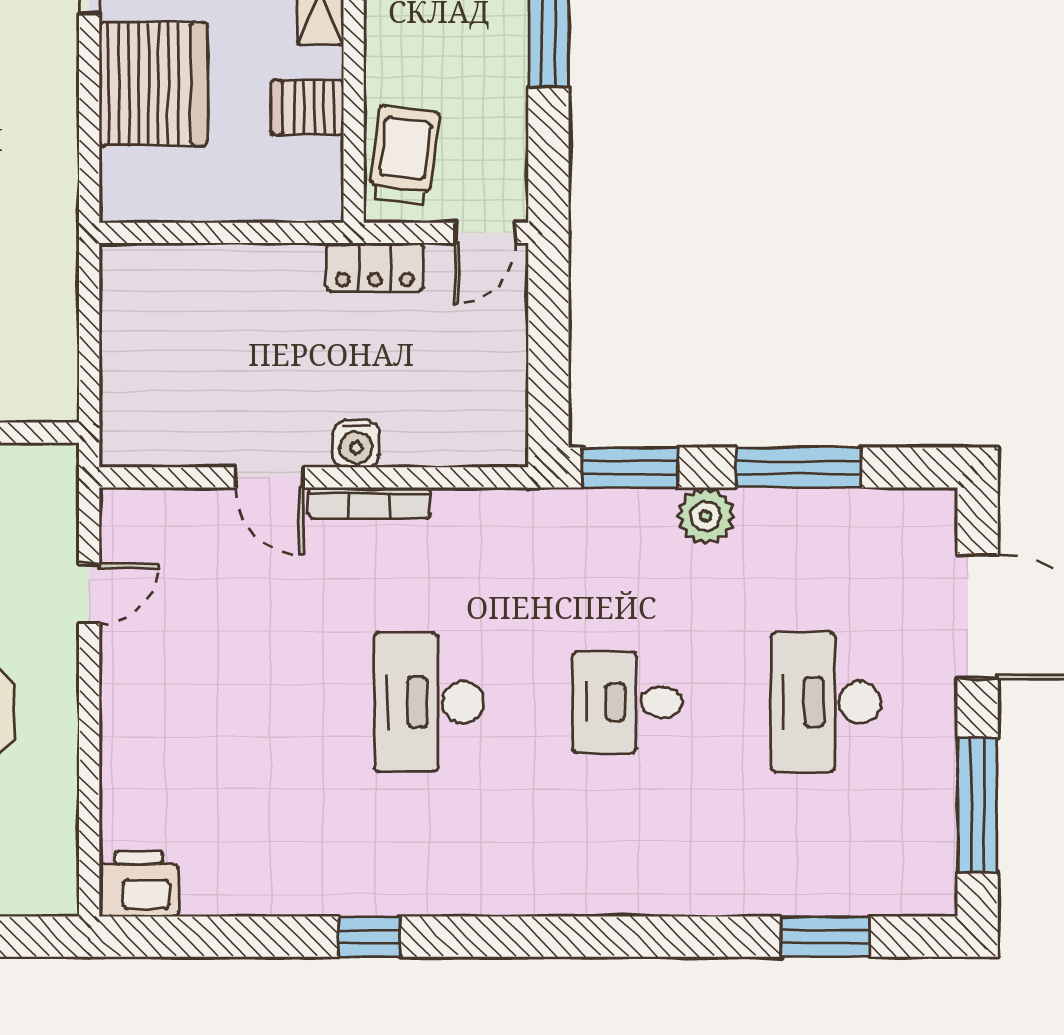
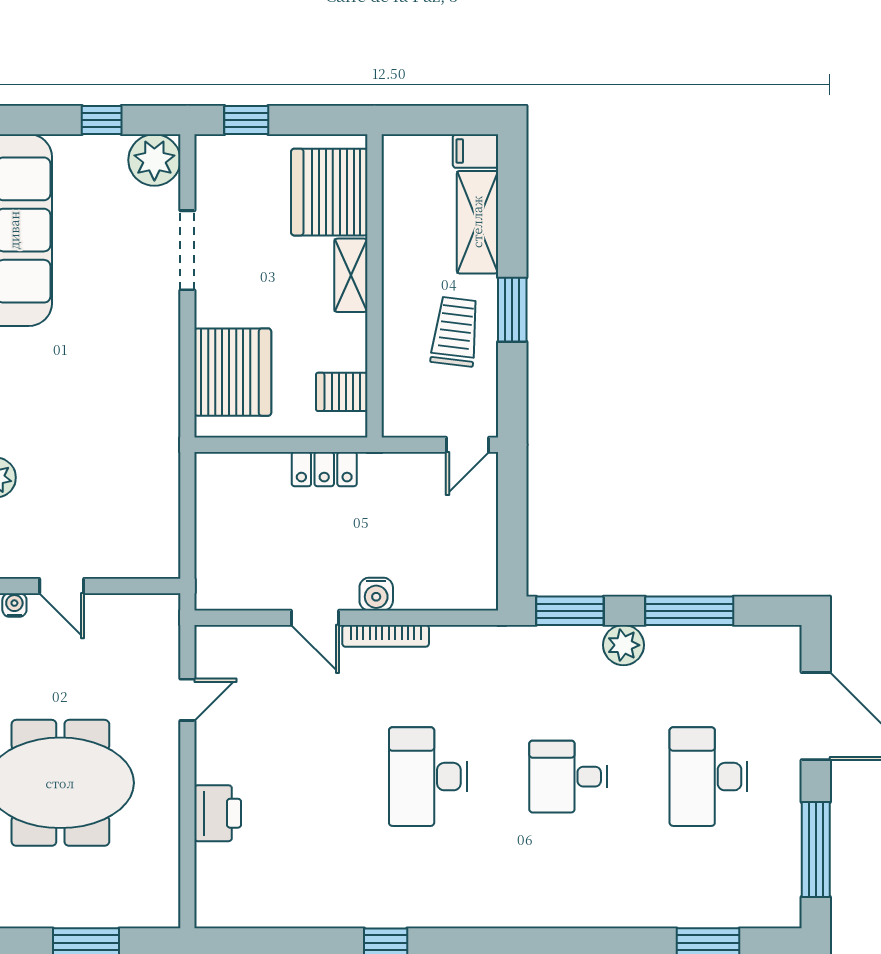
server rack: (153, 84) -> (233, 372), moved
server rack: (307, 107) -> (342, 392), moved
trolley: (404, 155) -> (455, 332), moved
locker: (375, 267) -> (324, 469), moved
printer: (139, 884) -> (218, 813), moved, turned 90

